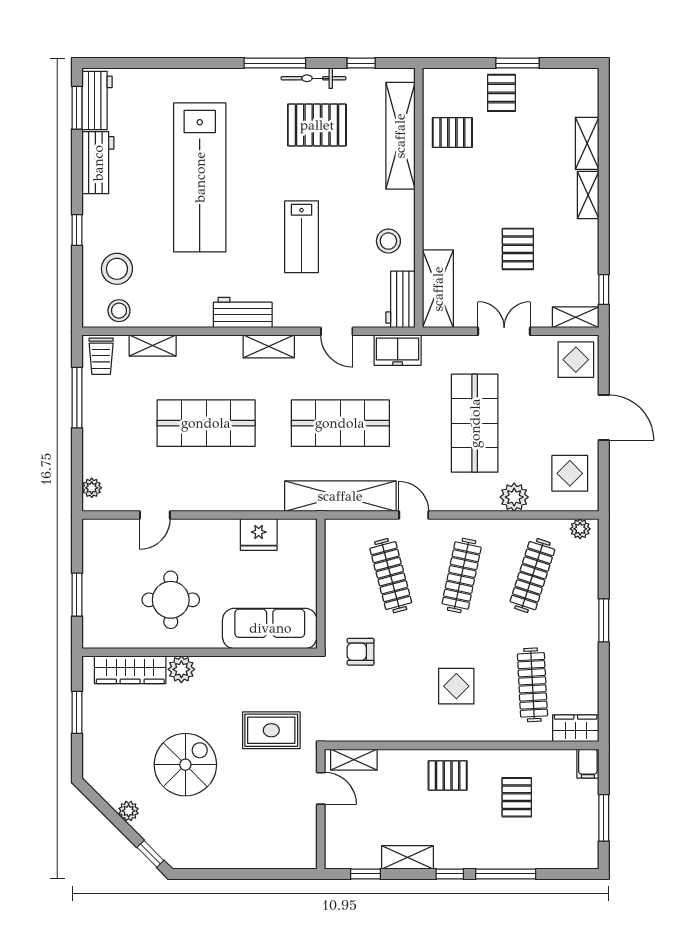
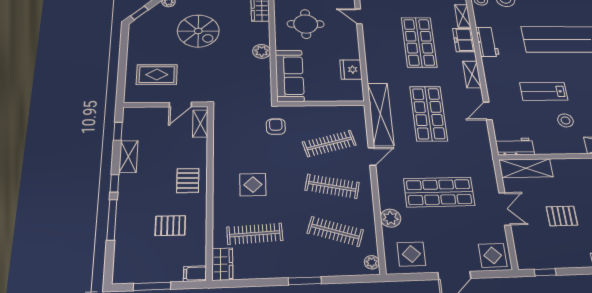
stool: (388, 241) -> (565, 120), moved
workbench: (243, 313) -> (487, 42), moved
shelving: (576, 317) -> (522, 254), removed
freezer: (398, 350) -> (464, 40), moved
plant: (181, 669) -> (262, 51), moved
rug: (271, 730) -> (157, 75), moved, turned 90

